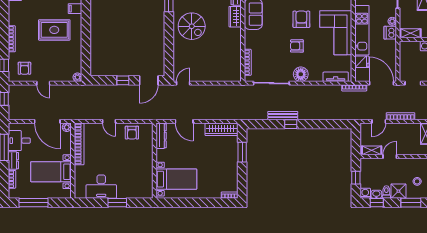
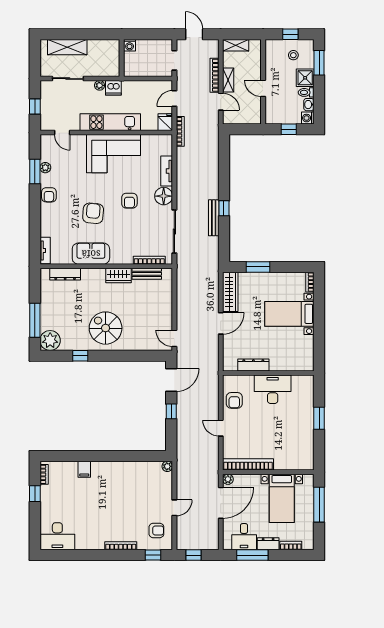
wardrobe: (235, 17) -> (118, 276), moved
armchair: (301, 19) -> (93, 213), moved, turned 95
spiral stairs: (192, 26) -> (106, 328), turned -90
rug: (54, 30) -> (110, 494), removed
shelving: (411, 33) -> (114, 63), removed
bench: (236, 60) -> (147, 274), added
fridge: (362, 62) -> (165, 122), moved
tv unit: (336, 77) -> (167, 171), moved
door: (149, 80) -> (171, 380), hinge flipped
door: (381, 83) -> (174, 98), width x0.53
door: (109, 121) -> (221, 428), swing flipped
door: (184, 121) -> (221, 323), moved
armchair: (132, 133) -> (234, 400), turned 90
dresser: (161, 136) -> (253, 365), moved
shelving: (372, 150) -> (228, 80), moved
bed with nightstands: (176, 179) -> (289, 314), moved, turned -90
desk: (101, 187) -> (273, 389), moved, turned -90
window: (34, 203) -> (319, 505), moved
window: (377, 203) -> (319, 104), removed

